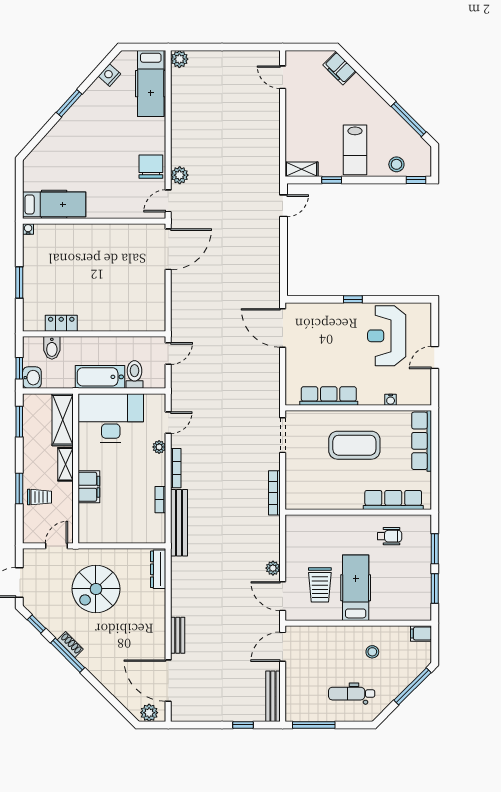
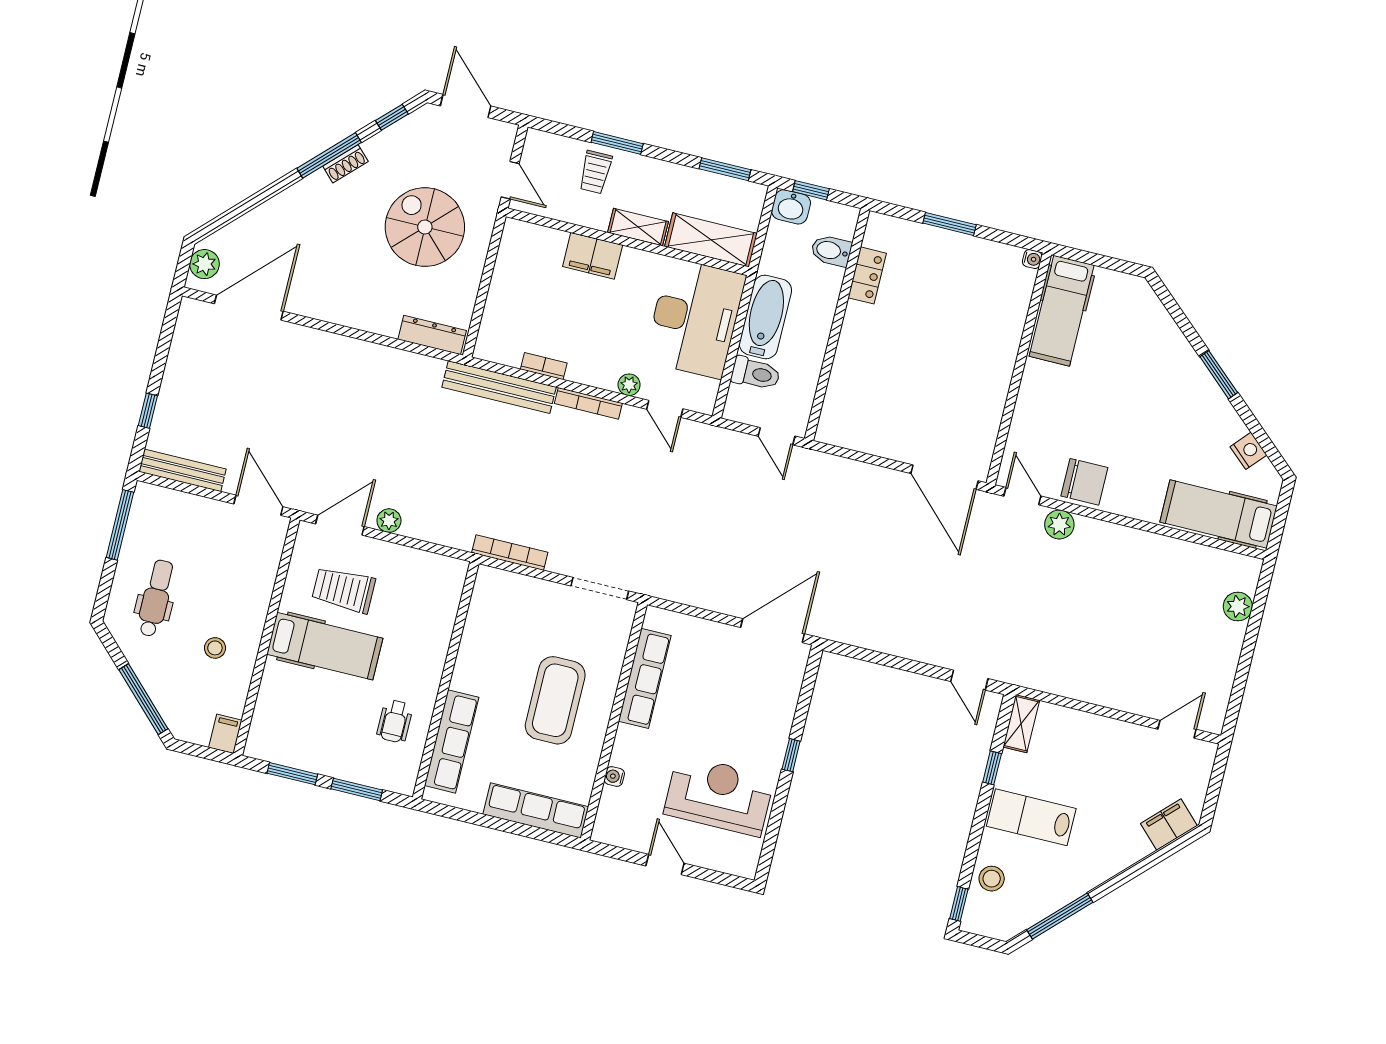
plant: (179, 59) -> (1238, 606), moved
bench: (178, 635) -> (318, 341), removed

